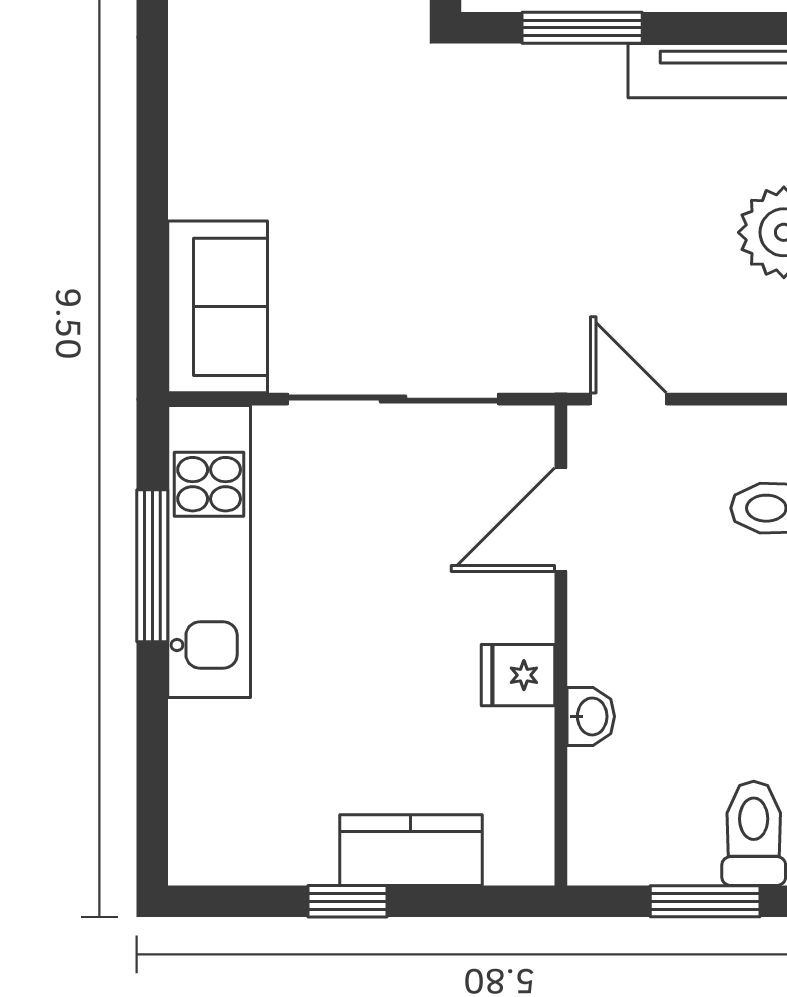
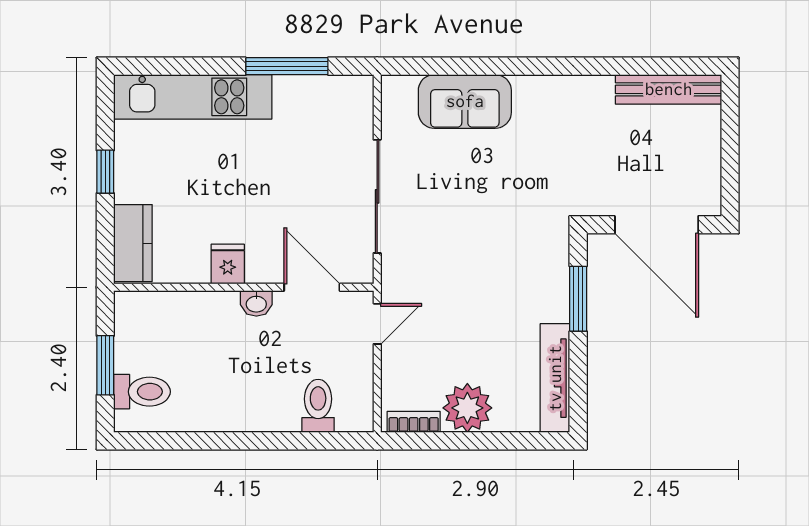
sofa: (218, 307) -> (465, 101), moved
kitchen unit: (209, 551) -> (193, 97), moved
washbasin: (591, 716) -> (256, 303), moved
kitchen counter: (411, 850) -> (133, 243), moved

